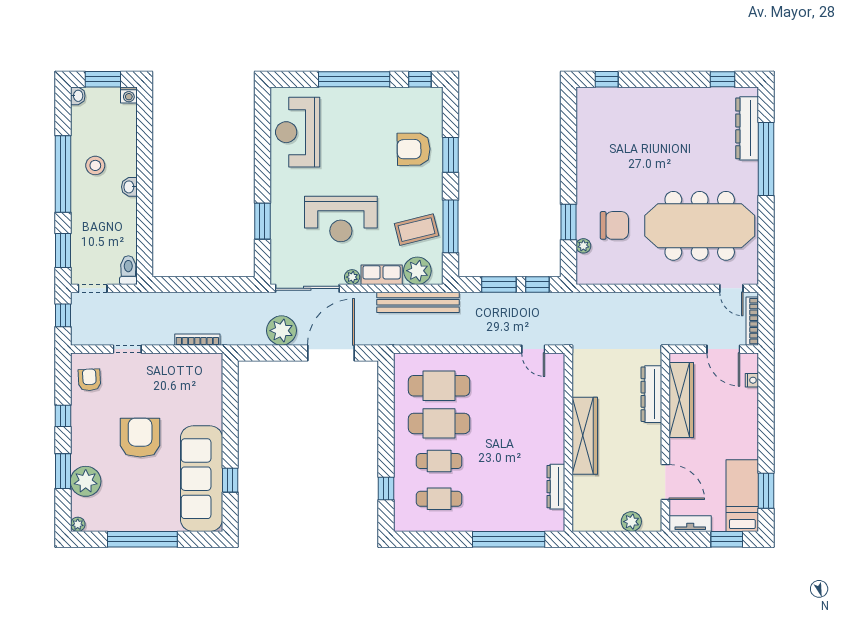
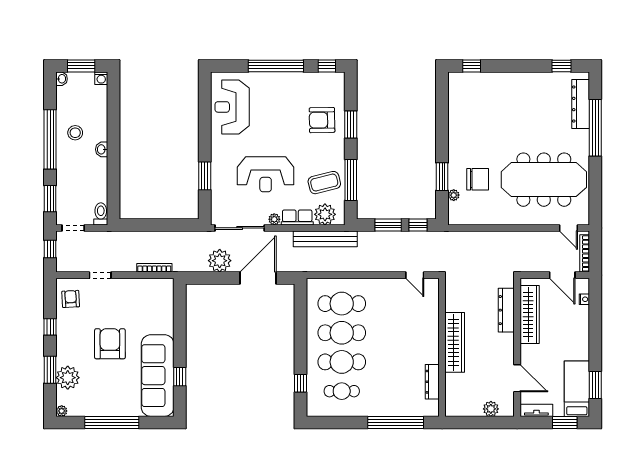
cafe table: (439, 461) -> (342, 362), width x1.37, depth x1.35

